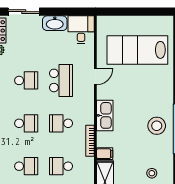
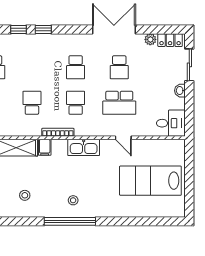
washbasin: (55, 23) -> (180, 91), width x0.52, depth x0.69
lab bench: (137, 50) -> (150, 181), turned -90
stool: (157, 126) -> (73, 200), width x0.53, depth x0.53
school desk: (26, 166) -> (32, 67), removed

